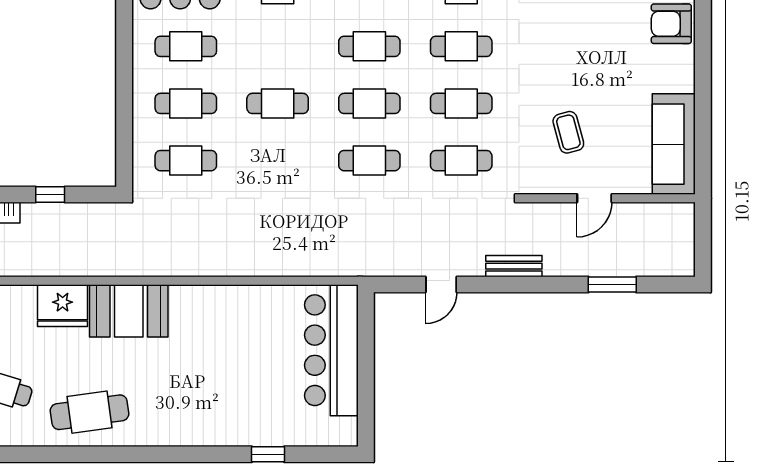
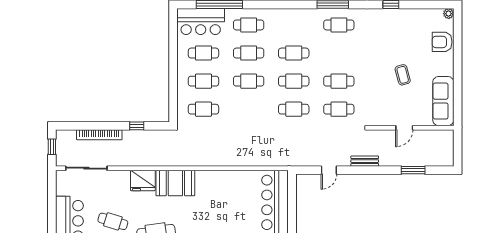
cafe table: (461, 46) -> (249, 53), moved
coffee table: (568, 132) -> (403, 75), moved

